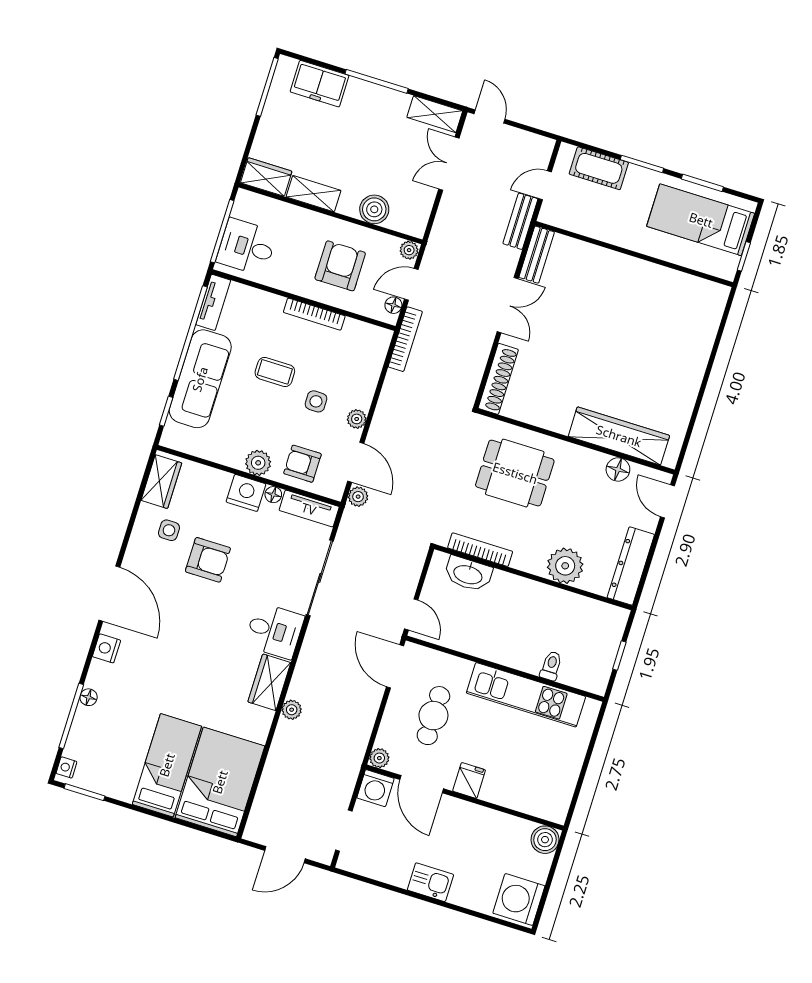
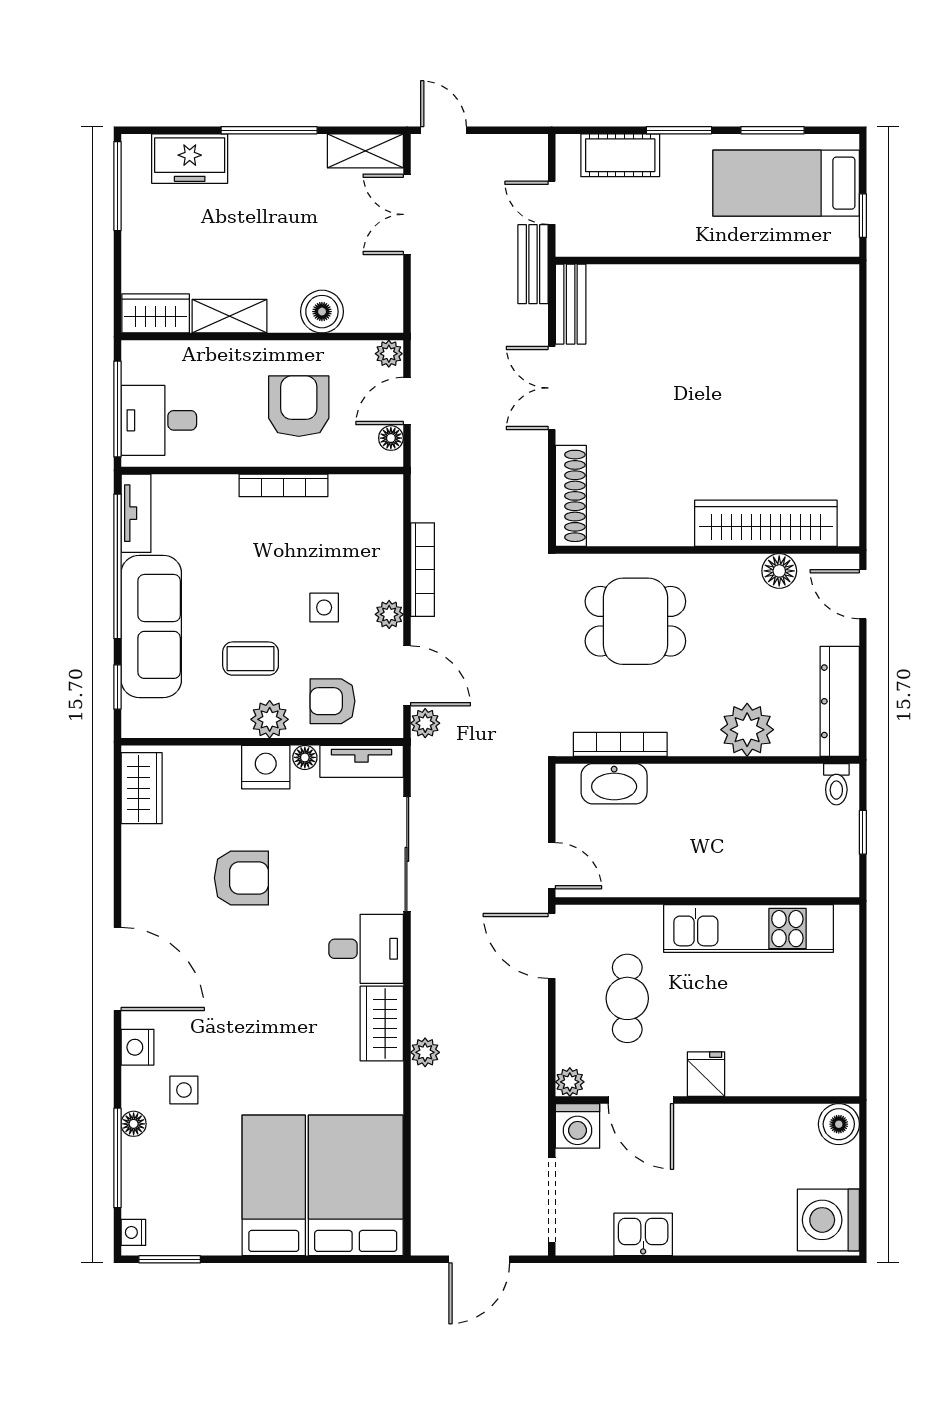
door: (545, 185) -> (552, 203), hinge flipped
double door: (508, 305) -> (552, 388), swing flipped
bookcase: (405, 339) -> (422, 570), moved
coffee table: (275, 372) -> (251, 659), moved
side table: (169, 530) -> (184, 1090), moved
toilet: (551, 666) -> (836, 784), moved, turned 180
doorway: (344, 831) -> (552, 1200), width x1.38
kitchen sink: (430, 882) -> (643, 1234), moved

